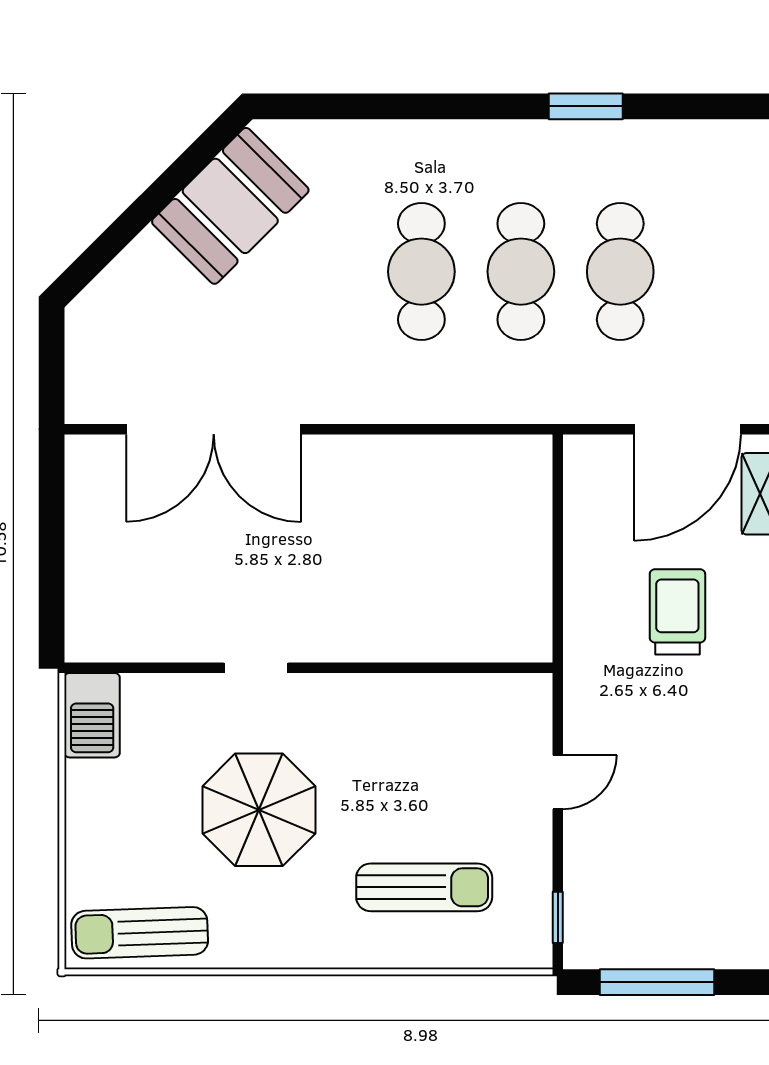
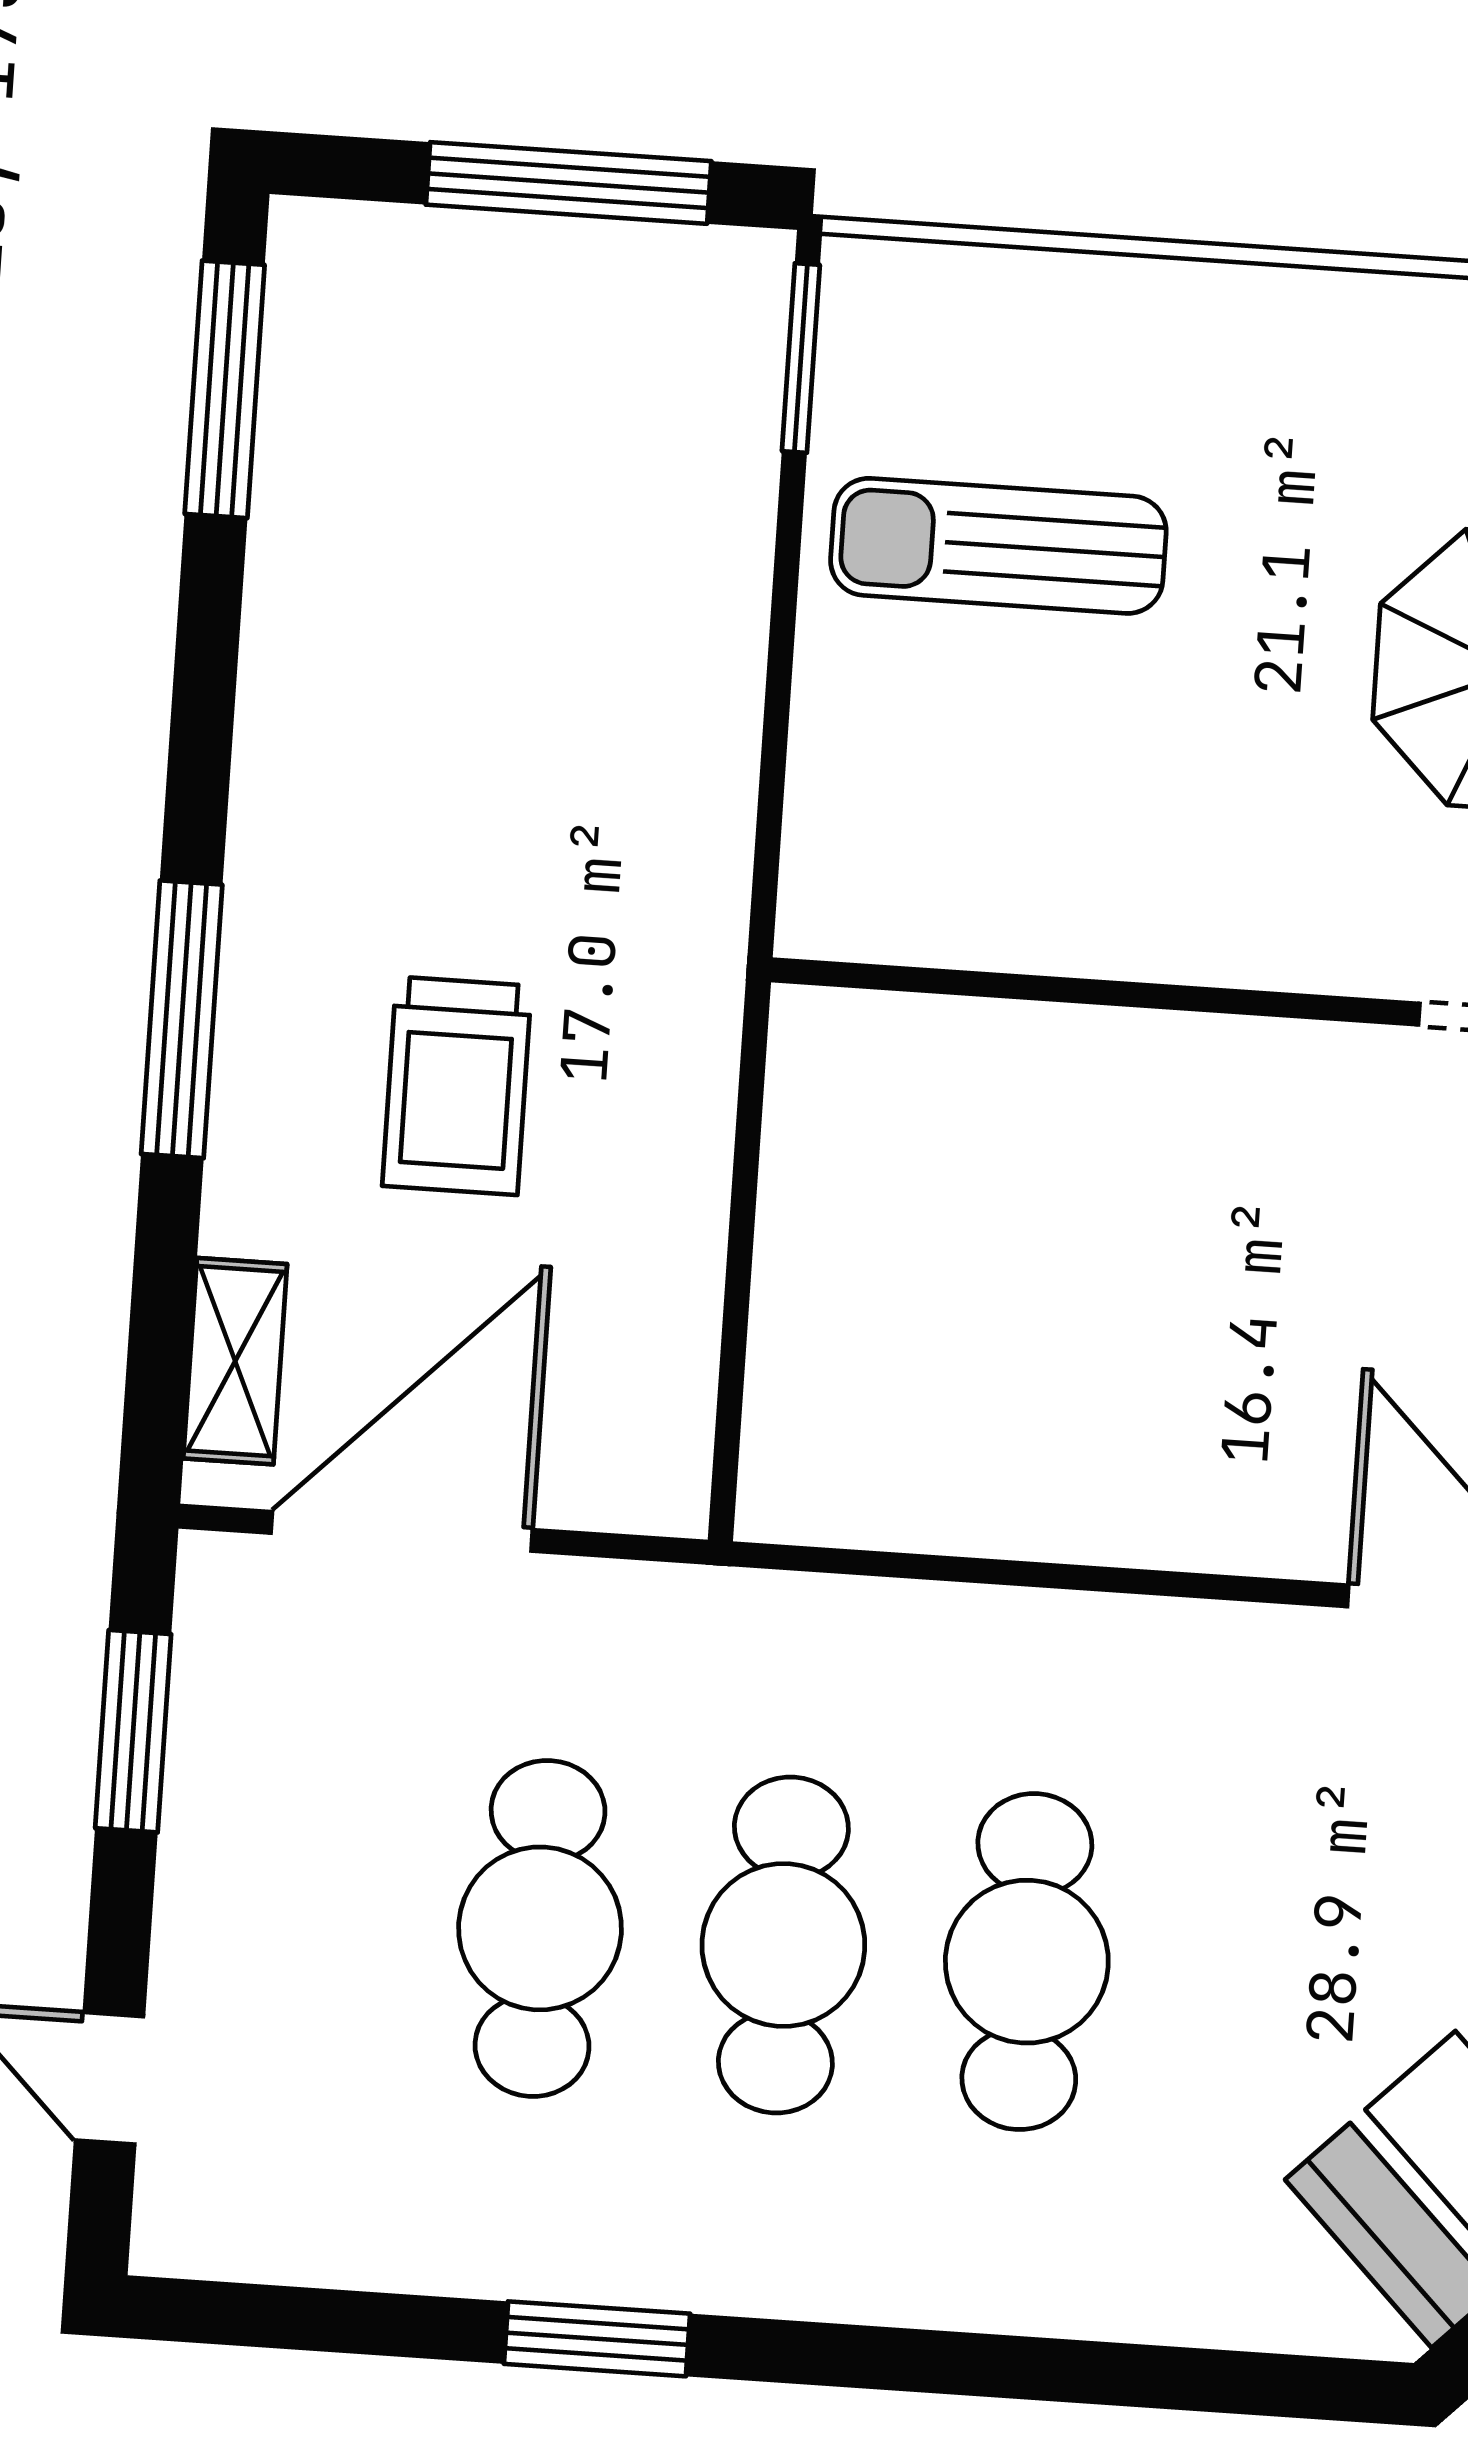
door: (558, 782) -> (778, 689), removed
sun lounger: (424, 887) -> (998, 546), moved
window: (558, 917) -> (801, 358), width x1.50

